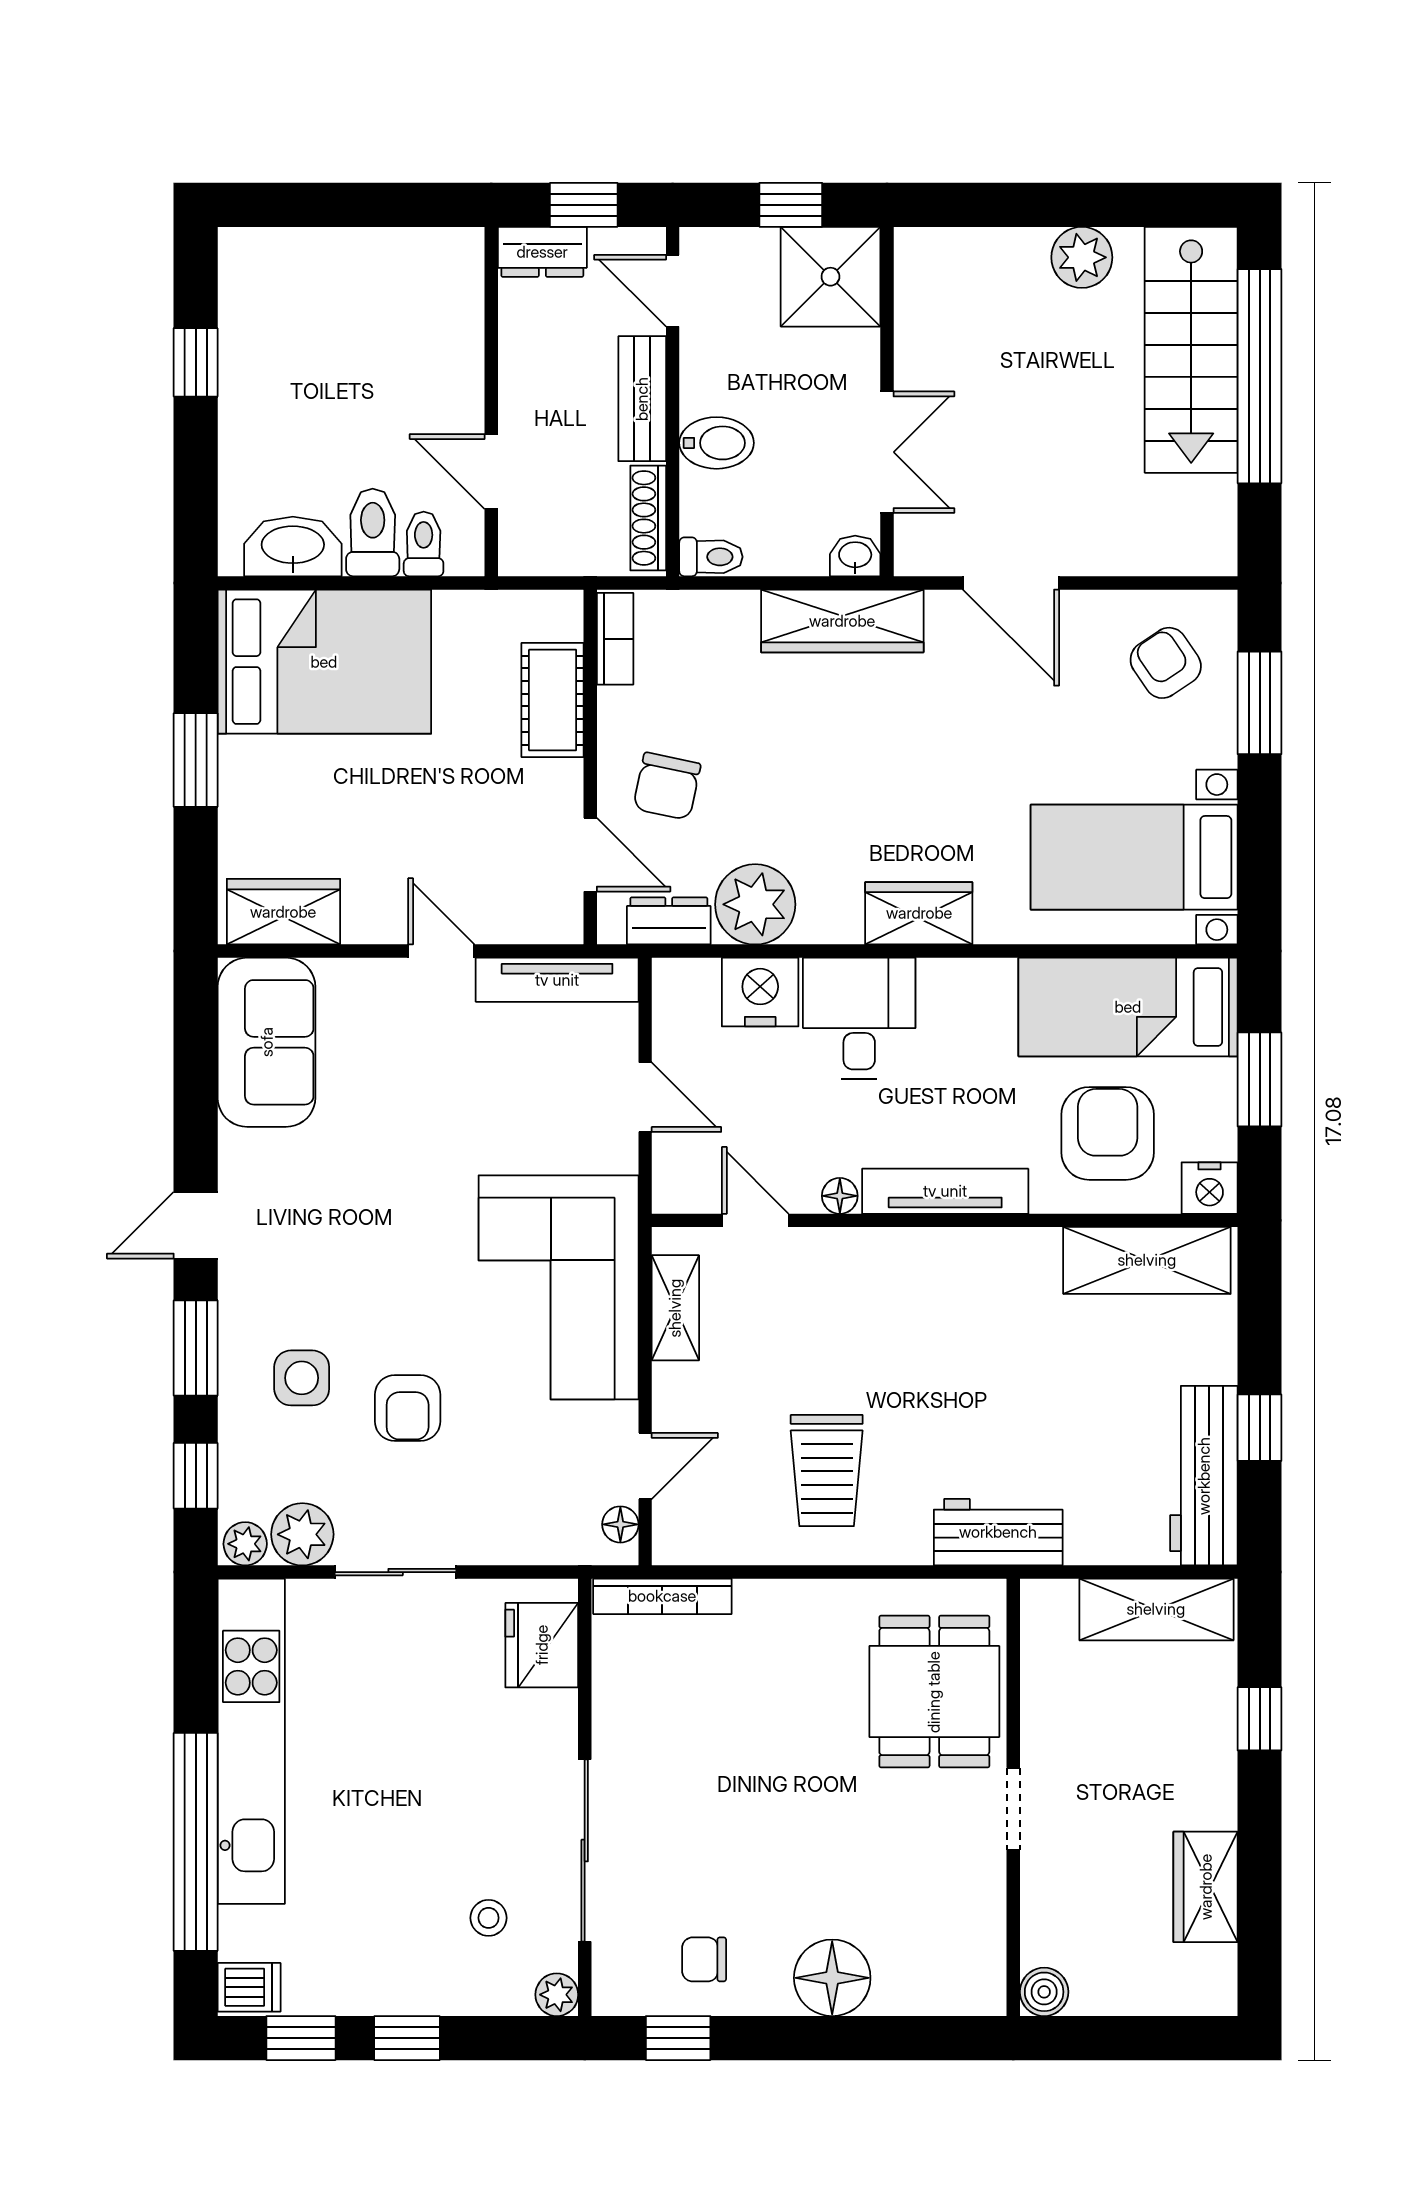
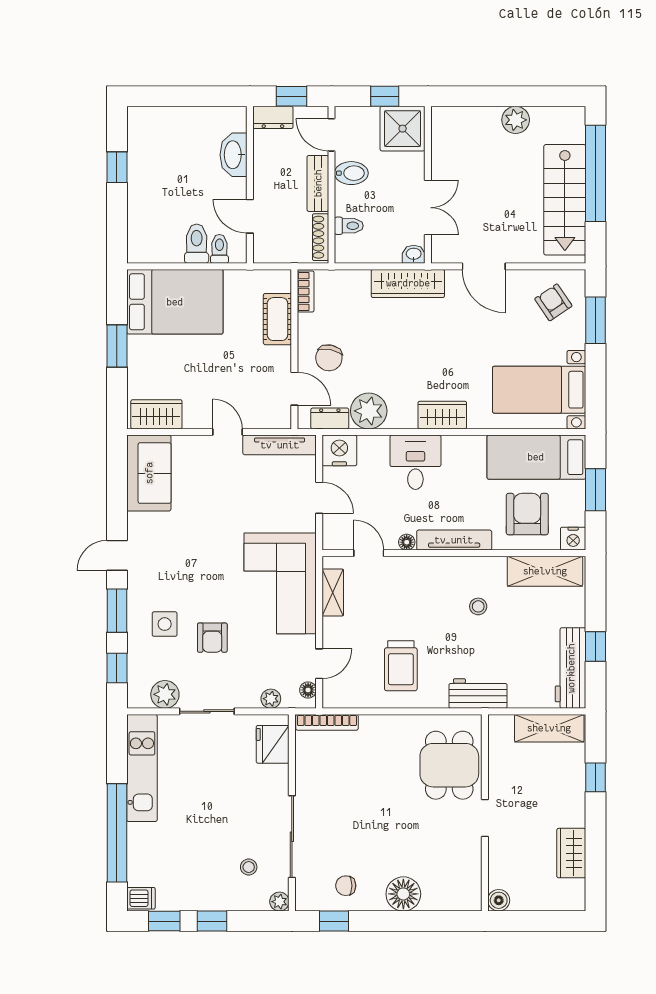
stairs: (1191, 350) -> (565, 200), moved
bidet: (717, 443) -> (351, 173), moved
washbasin: (293, 546) -> (234, 155), moved, turned -90
toilet: (711, 557) -> (349, 226), moved
nightstand: (760, 992) -> (339, 450), moved
stool: (999, 1339) -> (478, 606), added
plant: (245, 1544) -> (271, 699), moved
kitchen unit: (251, 1741) -> (142, 768), width x0.73

